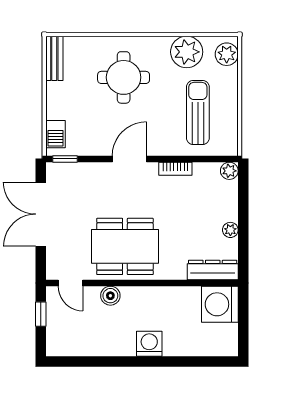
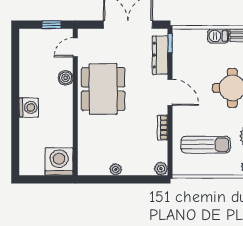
barbecue: (56, 134) -> (218, 36), moved
dresser: (213, 270) -> (160, 55), moved, turned 180

